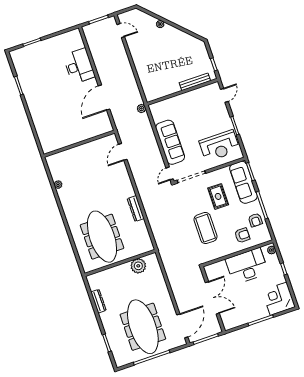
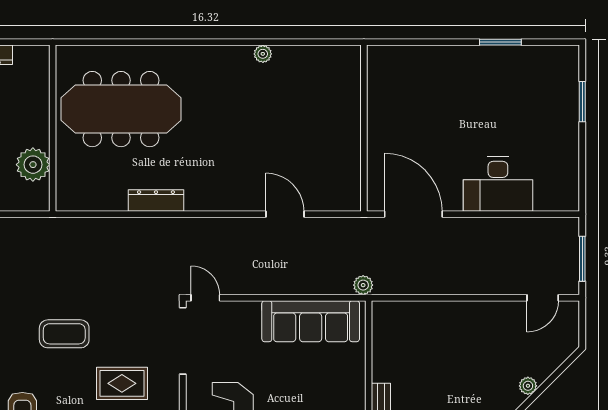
sofa: (170, 142) -> (311, 321), moved
wall: (79, 144) -> (364, 128), moved
coffee table: (205, 228) -> (64, 334), width x0.73, depth x0.76

